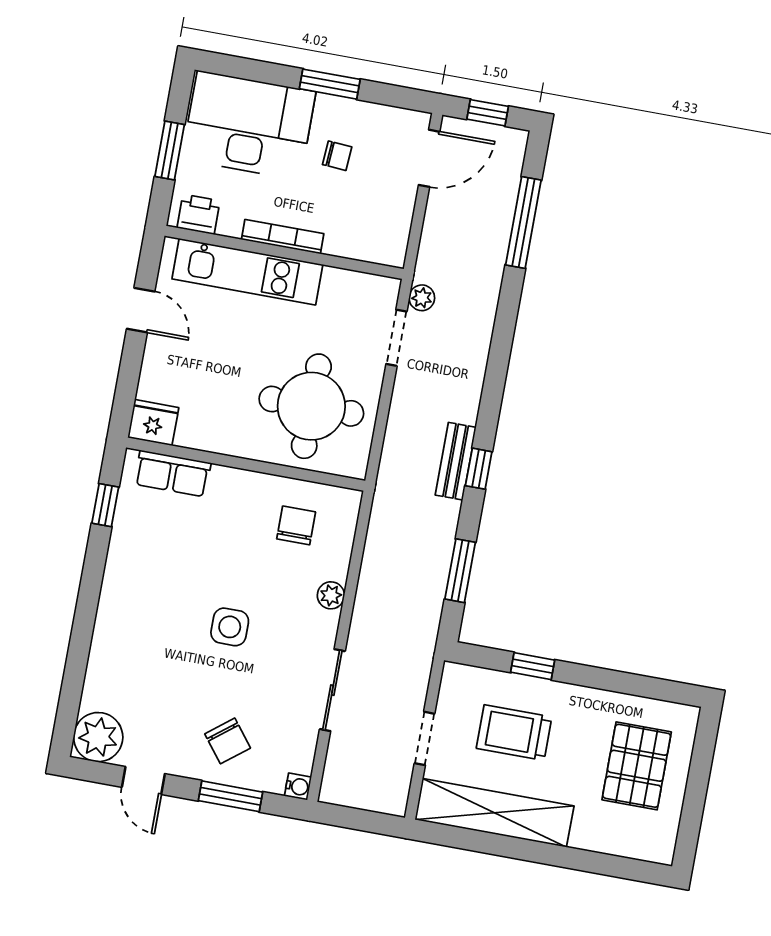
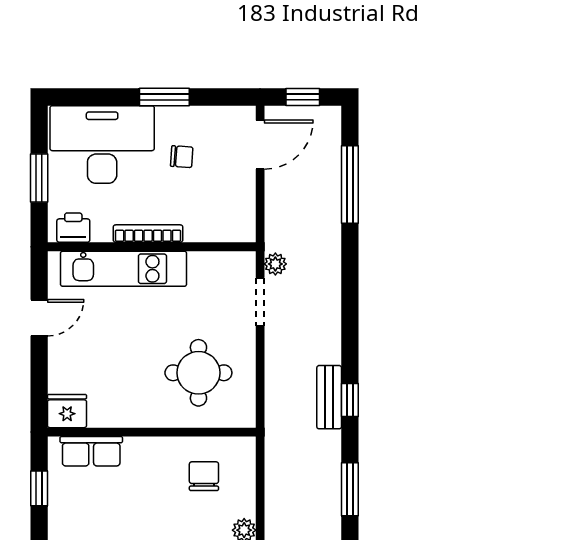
door: (141, 310) -> (39, 318), hinge flipped
round table: (311, 406) -> (198, 373), width x0.73, depth x0.73

